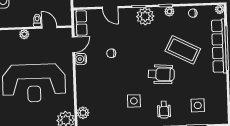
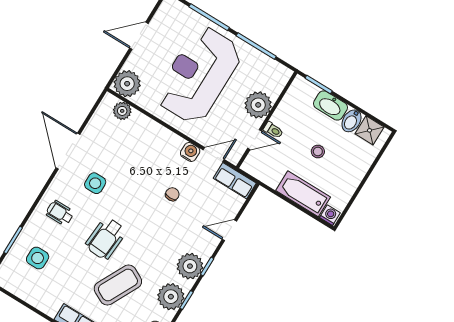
plant: (169, 11) -> (171, 297), width x1.88, depth x1.88
plant: (24, 34) -> (258, 105), width x1.88, depth x1.88
door: (73, 45) -> (214, 155), swing flipped

